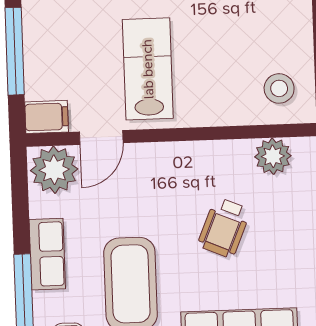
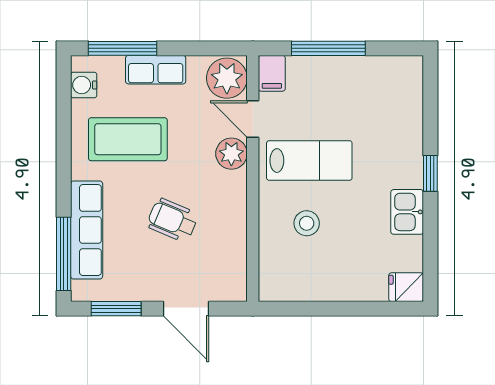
stool: (279, 88) -> (307, 223), moved
plant: (273, 156) -> (231, 154), moved

